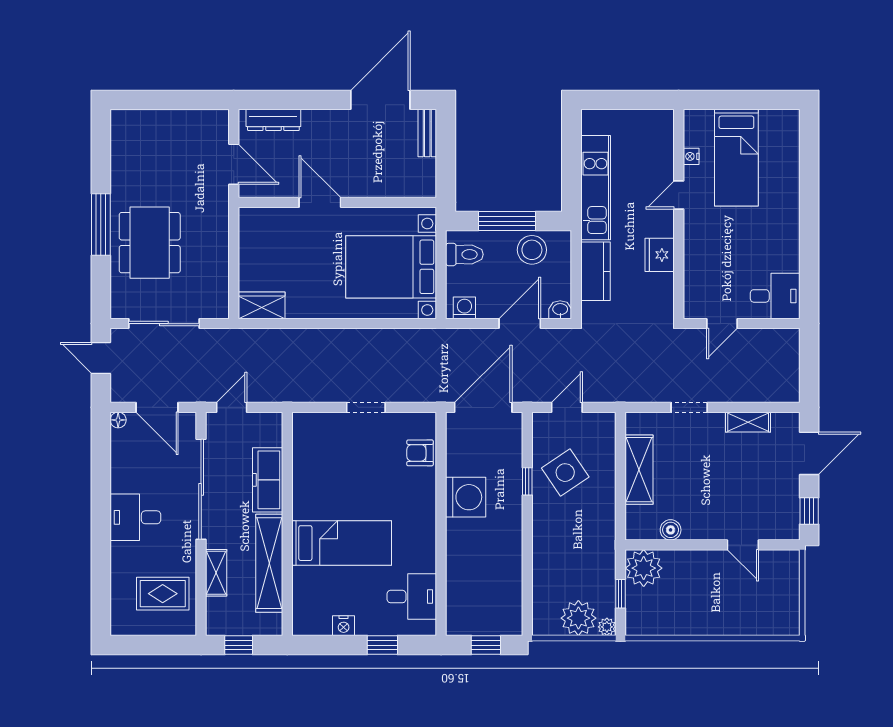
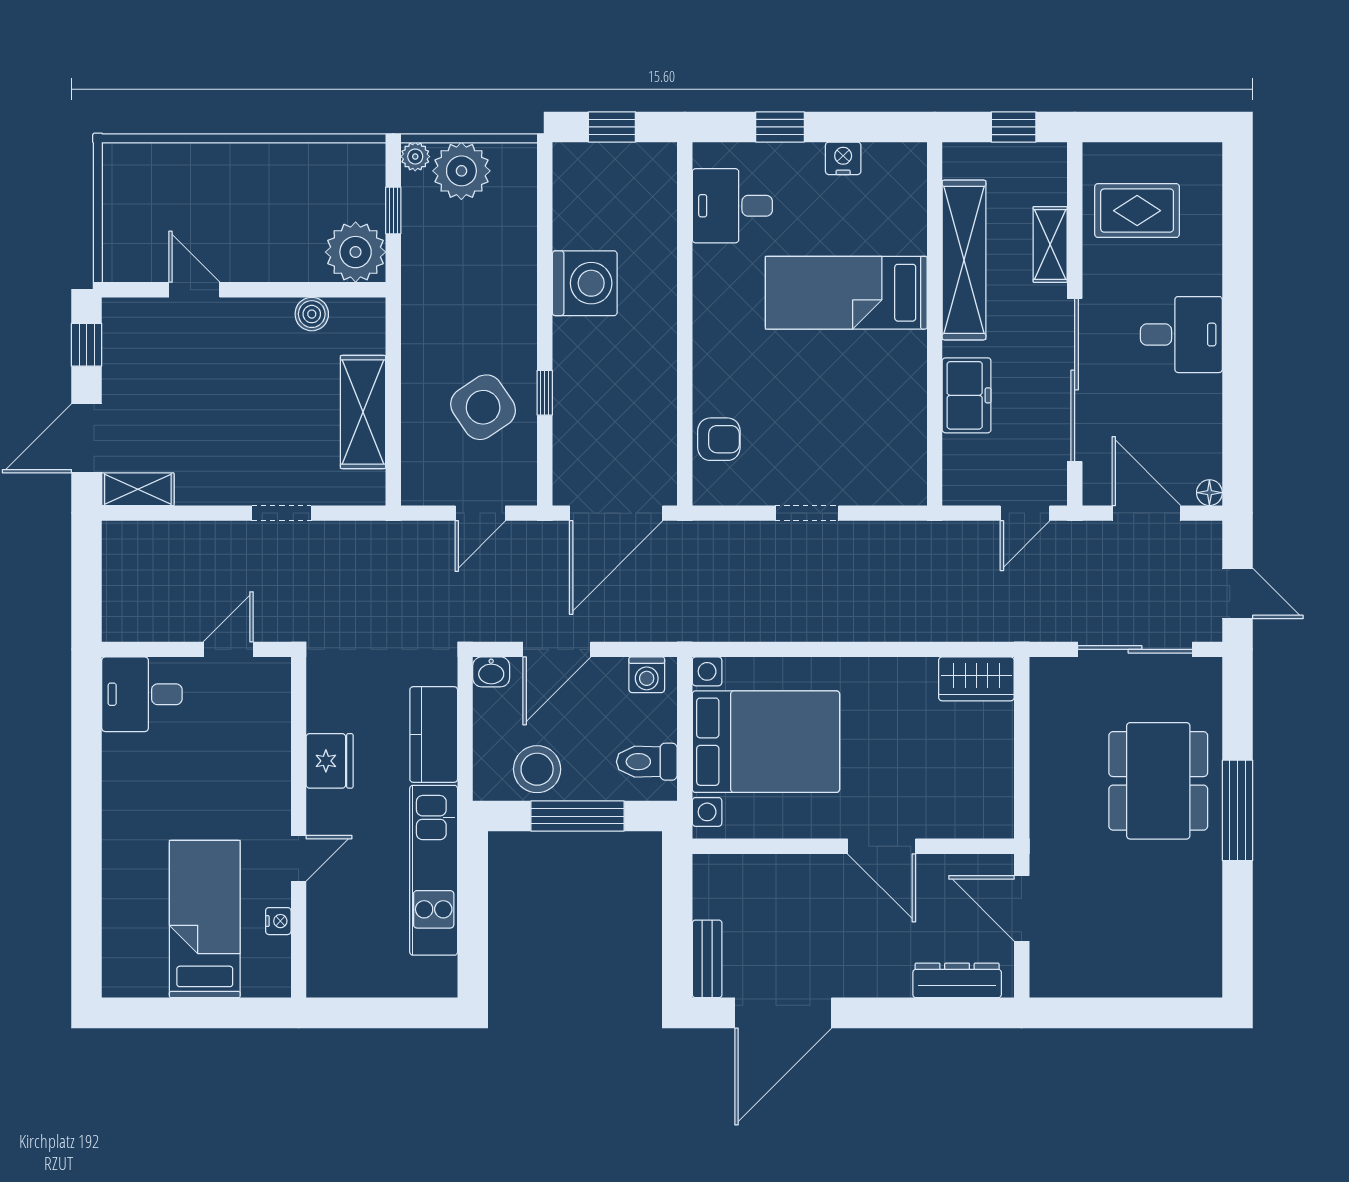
shelving: (748, 422) -> (138, 489), moved
freezer: (268, 480) -> (967, 395), width x0.71
washing machine: (466, 497) -> (585, 283), moved, turned 180

